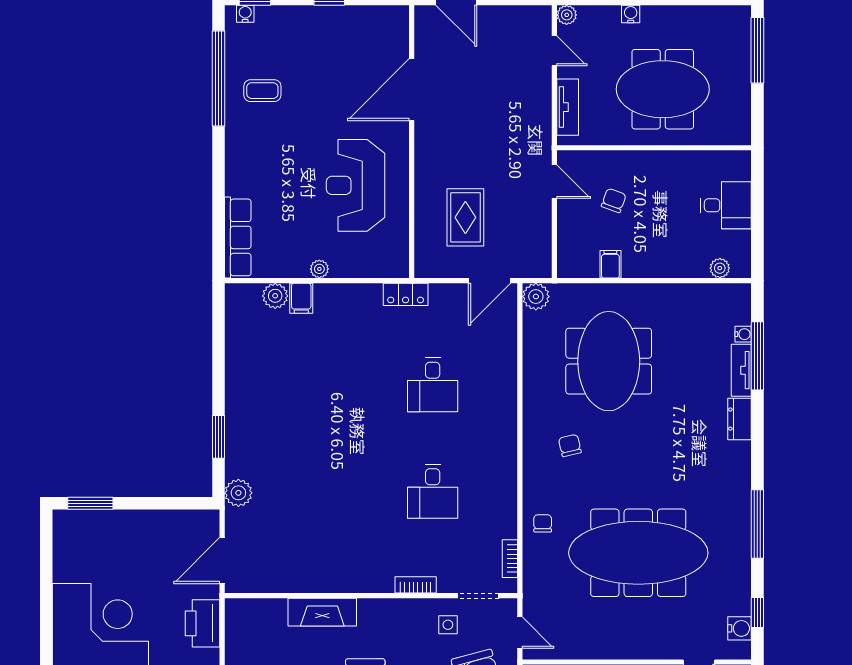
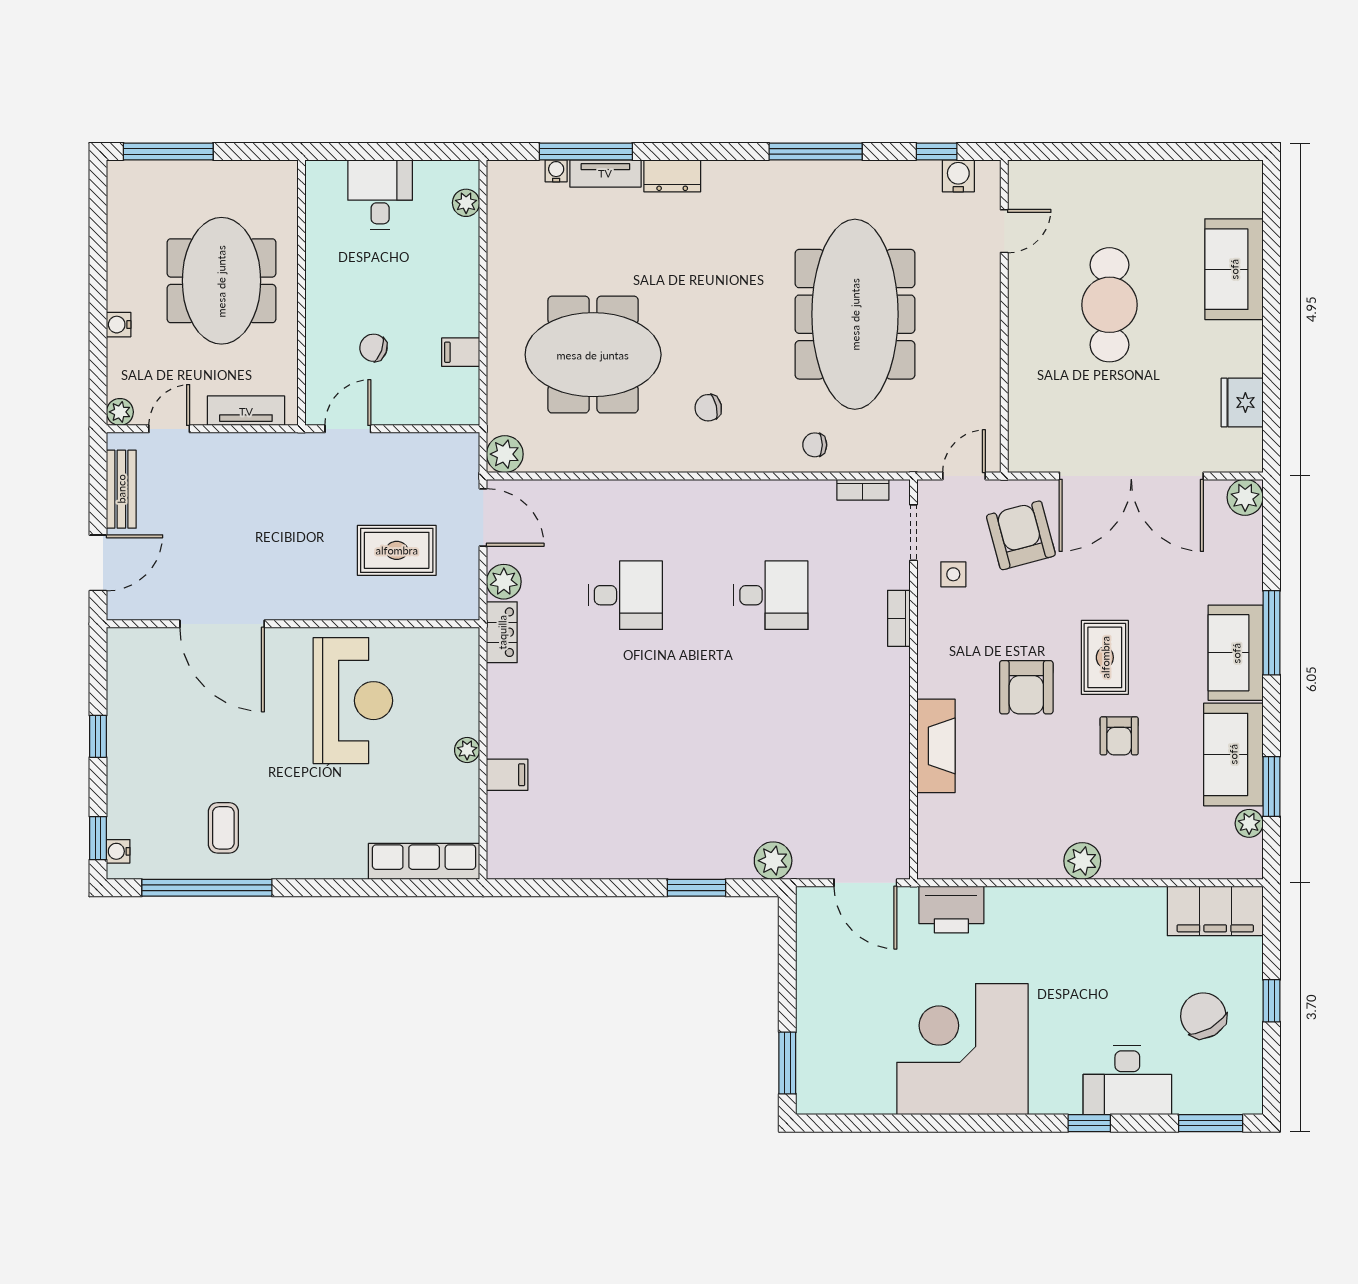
bench: (510, 16) -> (121, 489), added
reception desk: (355, 185) -> (353, 701), turned -90
plant: (275, 296) -> (504, 582), moved

